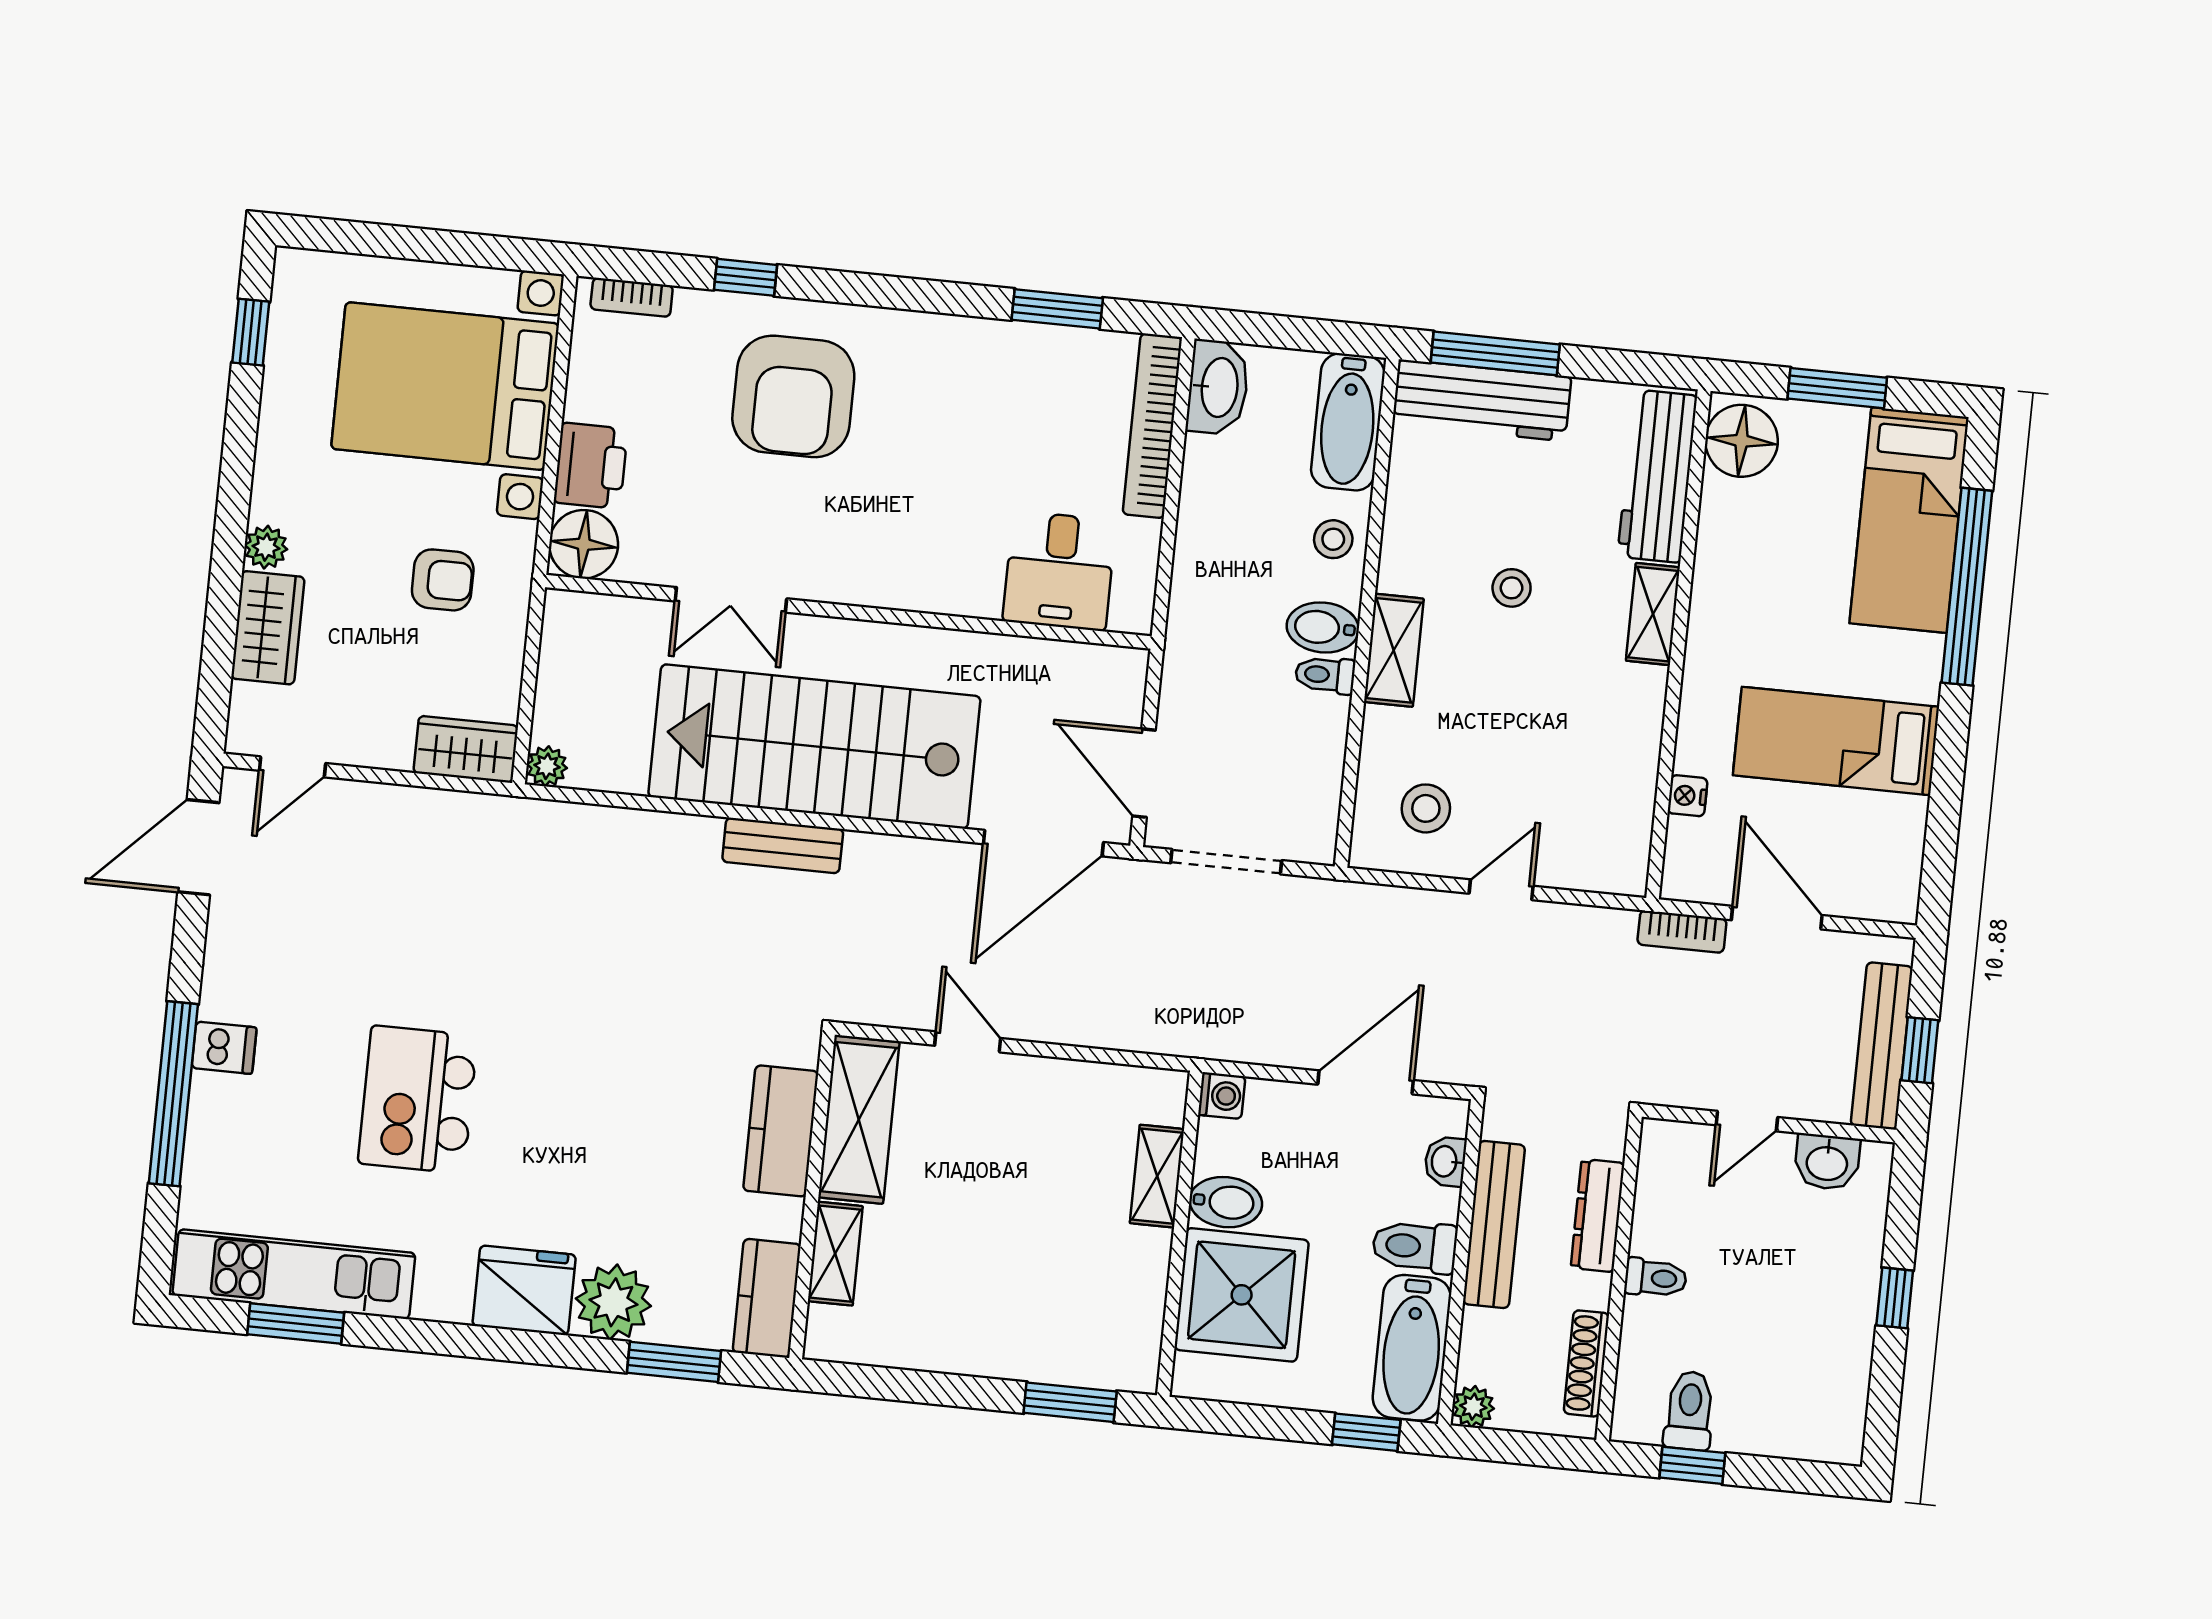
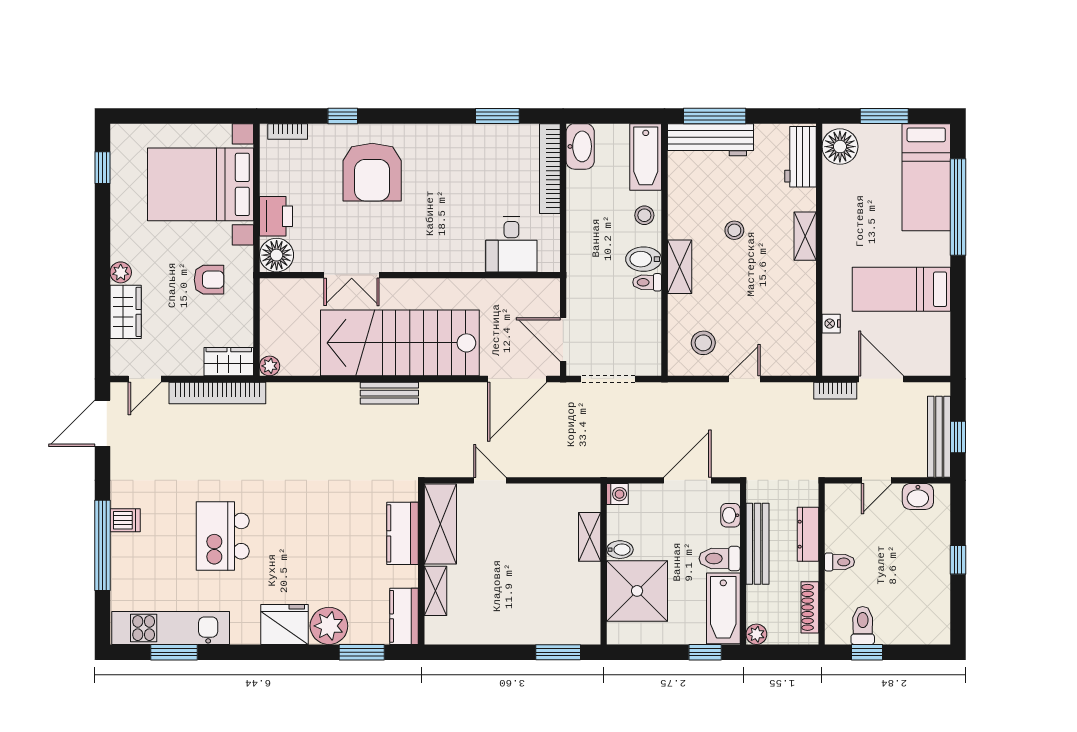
workbench: (1657, 476) -> (800, 157), width x0.73
bookcase: (436, 810) -> (217, 393), added
bidet: (1226, 1202) -> (620, 550), width x0.72, depth x0.74

